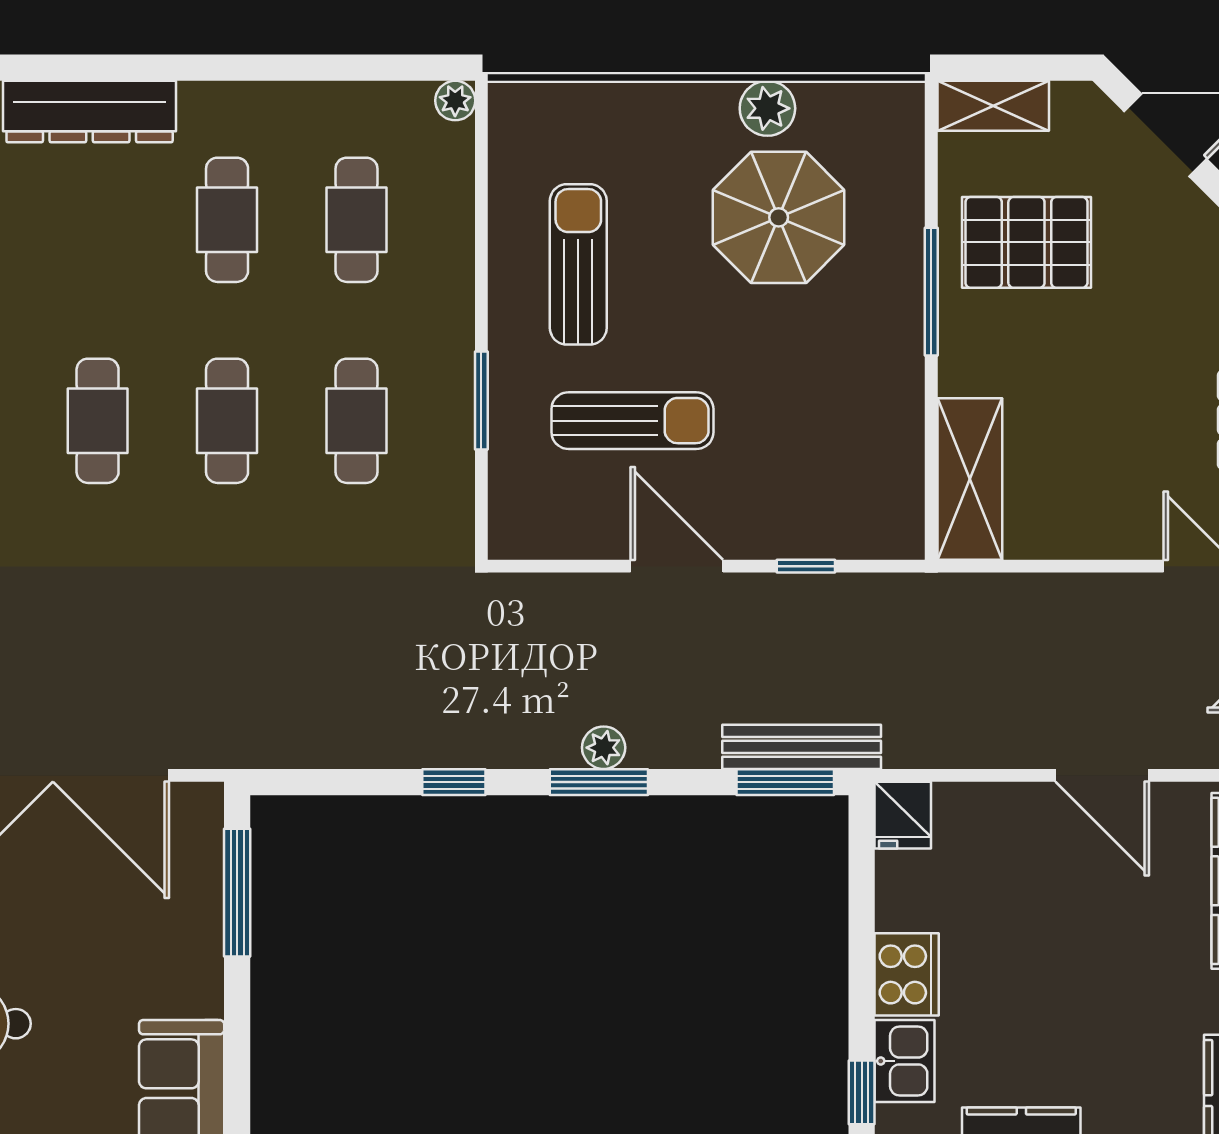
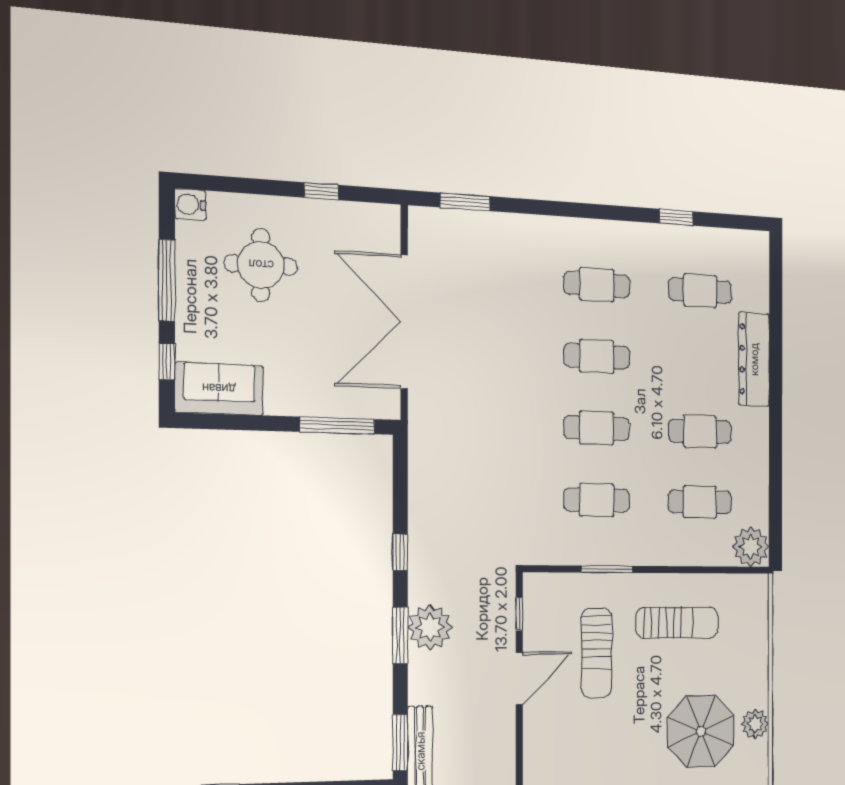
plant: (455, 101) -> (751, 547), width x1.87, depth x1.87
window: (806, 566) -> (519, 614), moved
plant: (604, 748) -> (430, 627), width x1.88, depth x1.88

